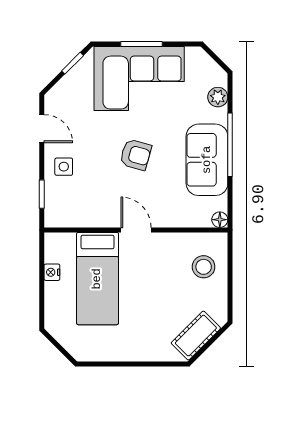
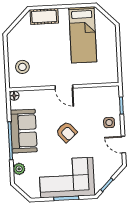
armchair: (136, 155) -> (66, 132), turned -147
nightstand: (52, 272) -> (113, 59), removed
bed: (97, 279) -> (83, 35), moved, turned 180
cot: (196, 336) -> (44, 16), moved, turned 45

